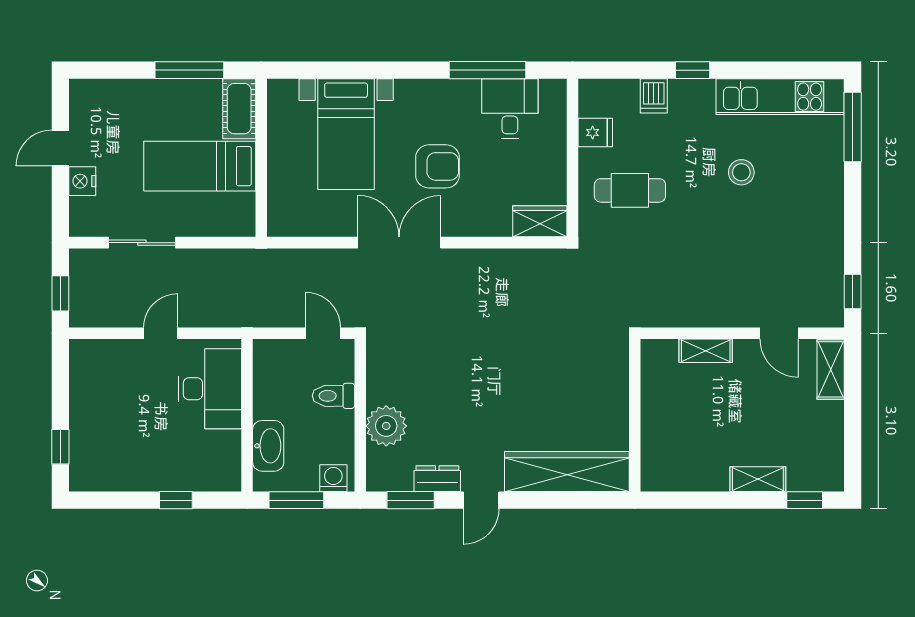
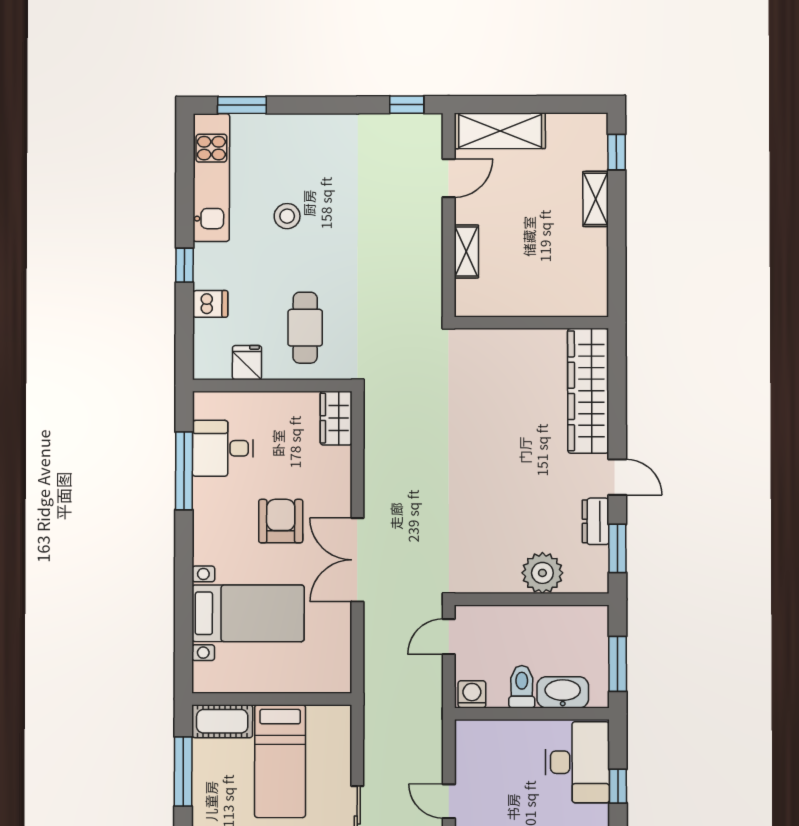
window: (853, 127) -> (242, 105), width x0.69
shelving: (831, 369) -> (500, 131), width x1.50, depth x1.33
desk: (210, 389) -> (577, 762), moved, turned 90
toilet: (334, 396) -> (522, 687), moved, turned 180
washing machine: (333, 478) -> (472, 694), moved, turned 90

